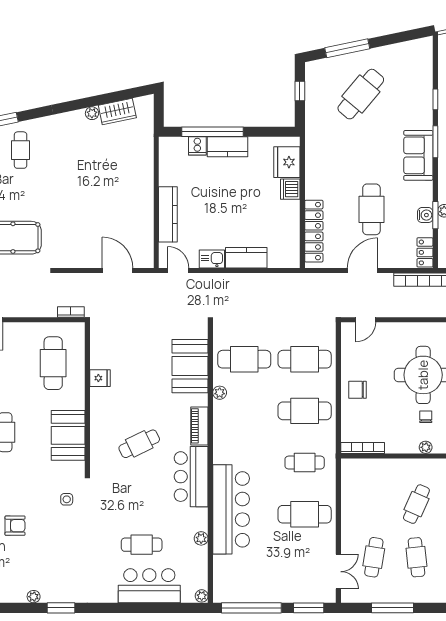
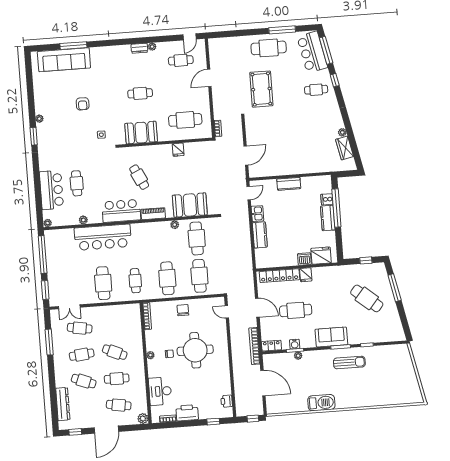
fridge: (316, 189) -> (306, 275), added
kitchen counter: (168, 214) -> (289, 184), width x0.67

